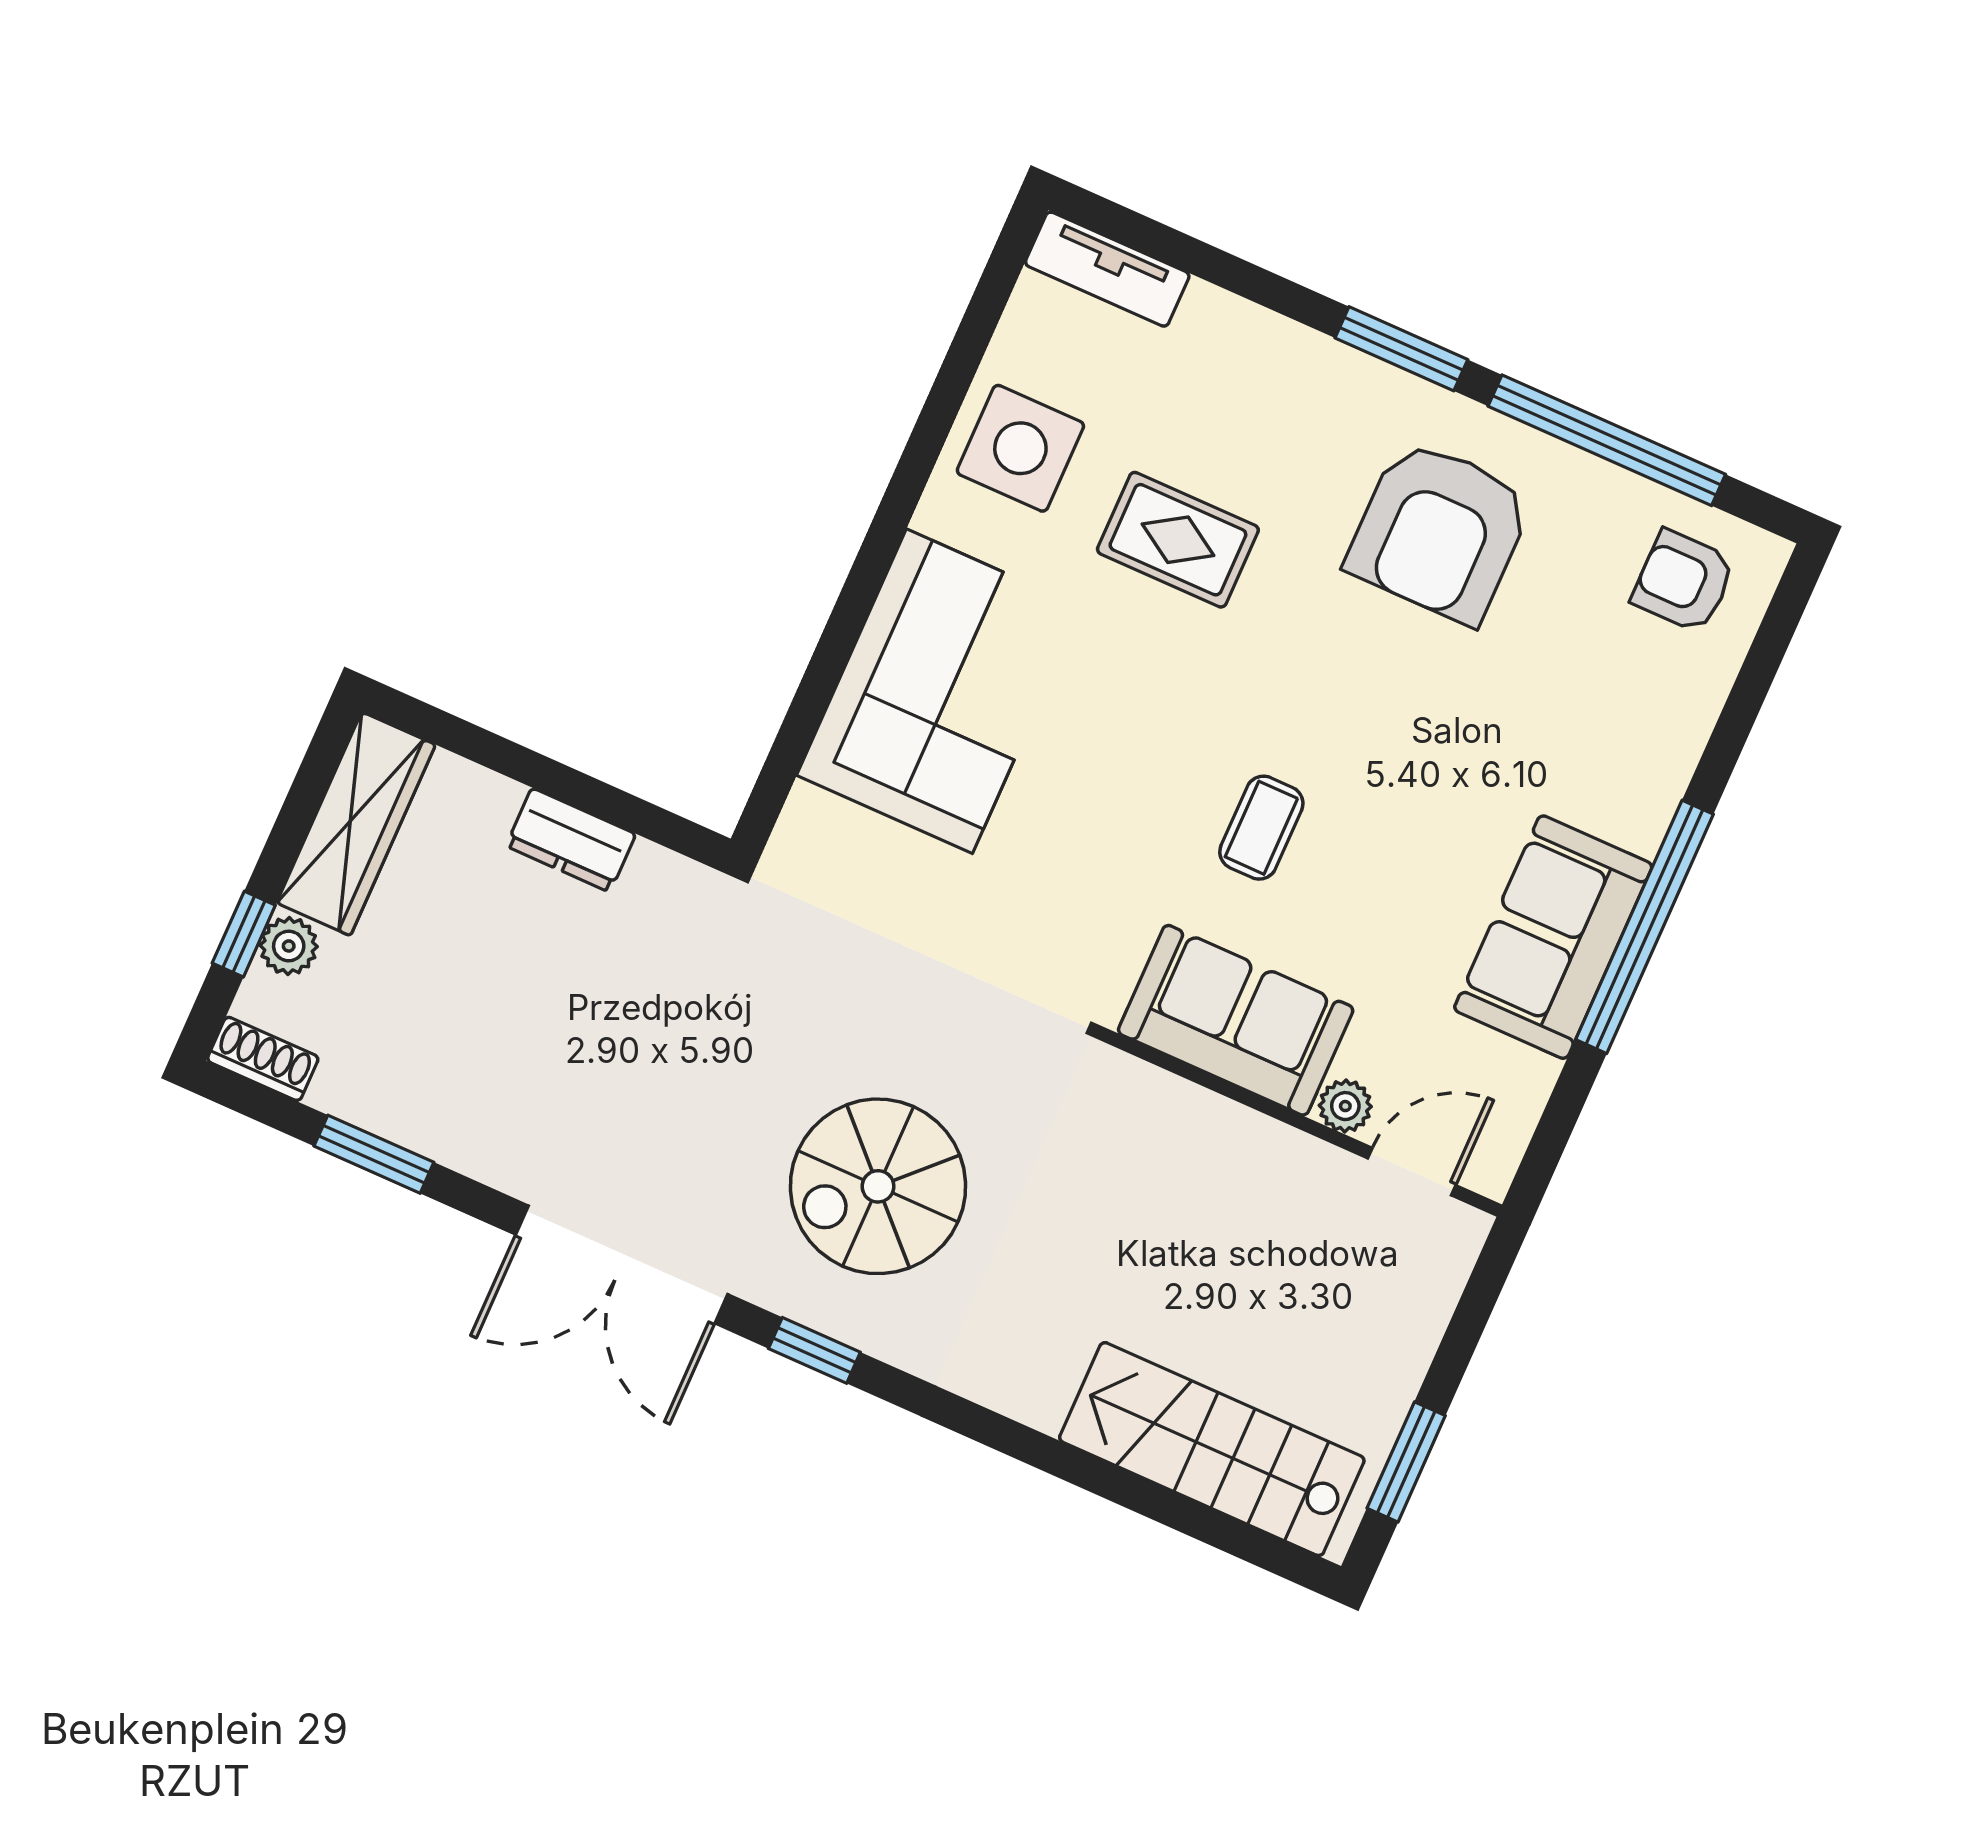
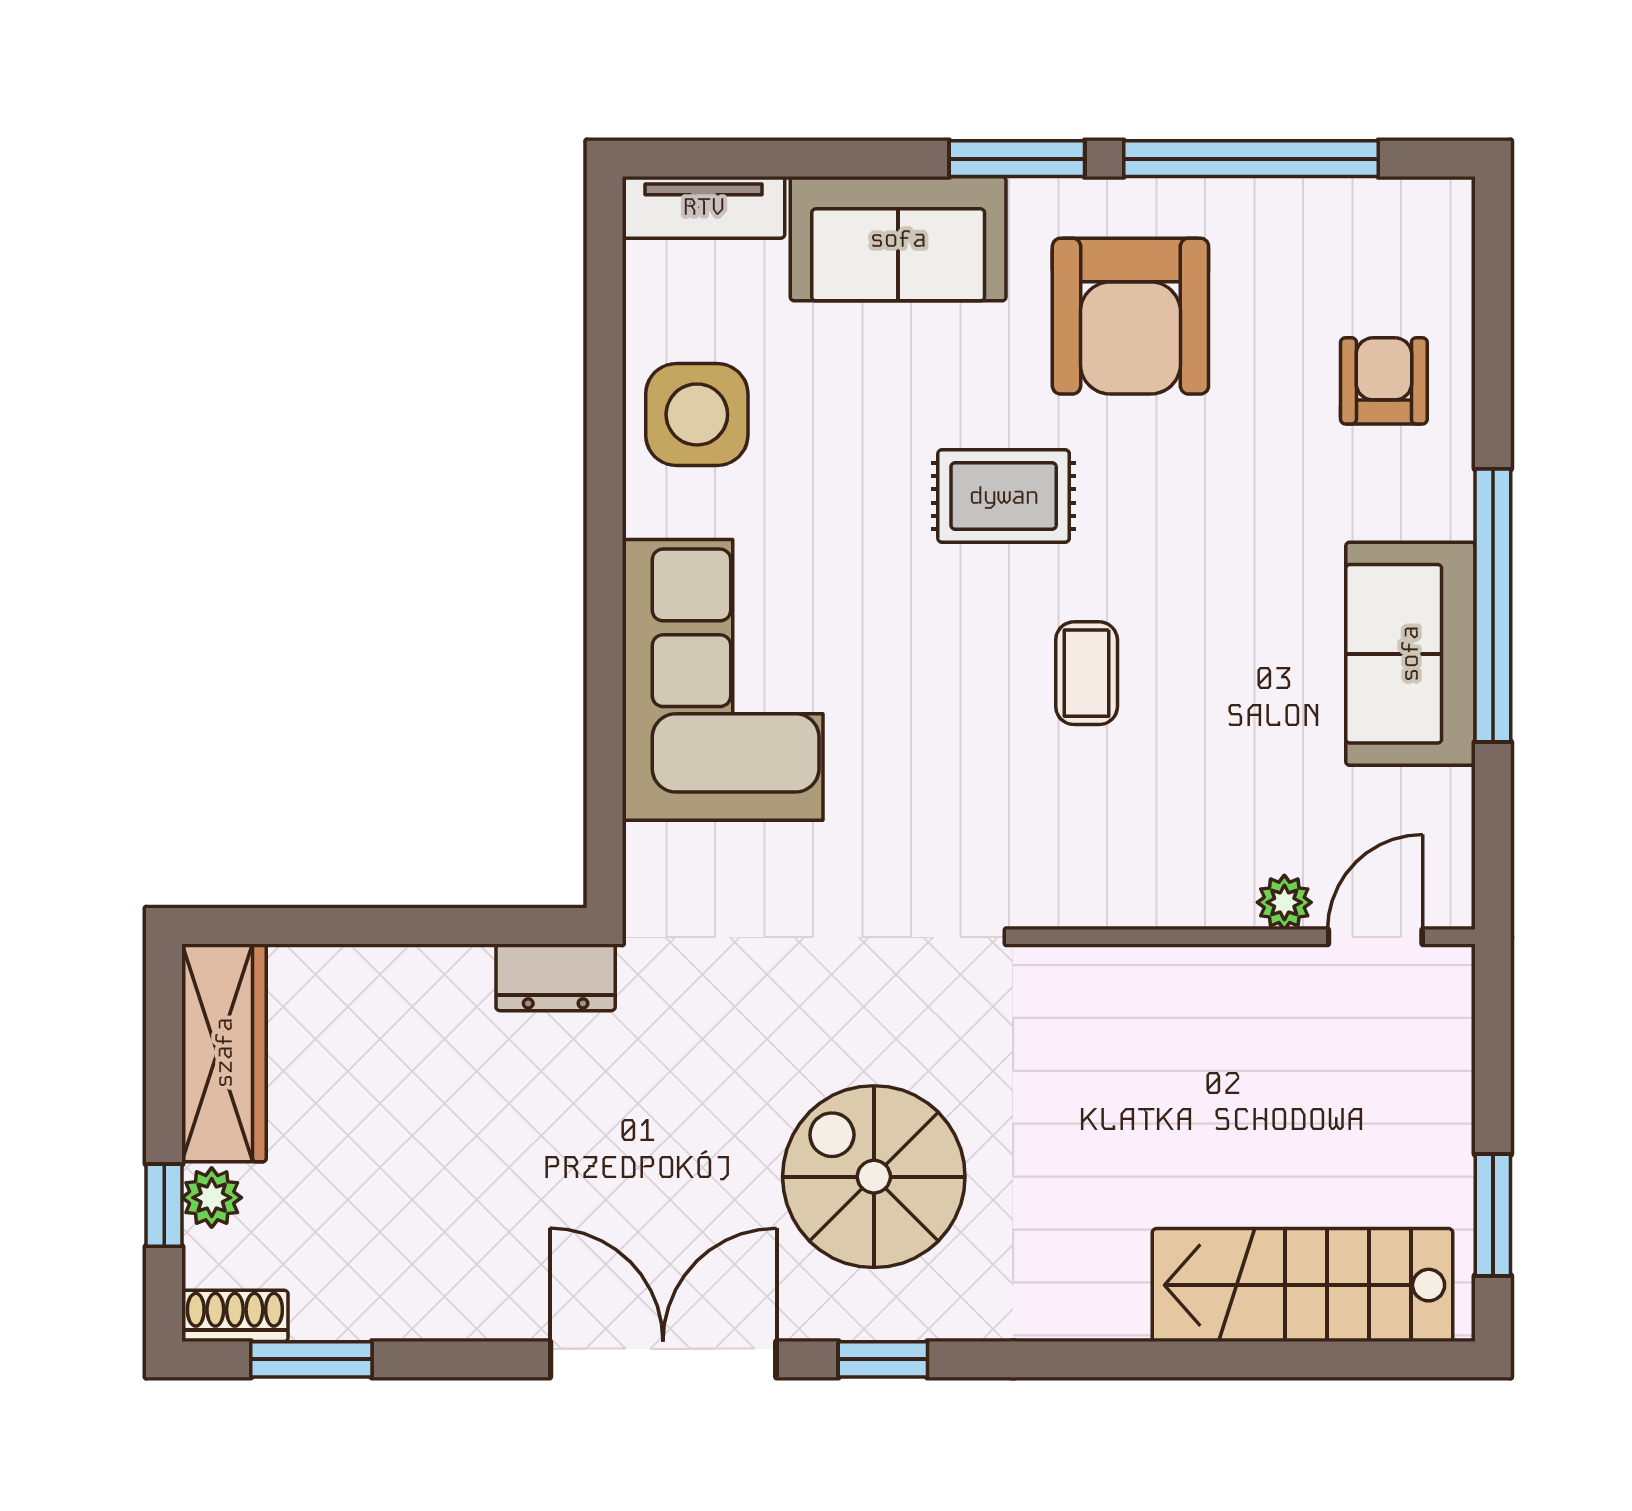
rug: (1178, 540) -> (1004, 496), moved
armchair: (1684, 581) -> (1384, 381), moved, turned 90
dresser: (571, 840) -> (556, 977), moved
sofa: (1236, 1020) -> (898, 239), moved, turned 180
window: (374, 1154) -> (311, 1359), moved
spiral stairs: (878, 1186) -> (874, 1177), turned 90
double door: (622, 1264) -> (663, 1359), swing flipped

